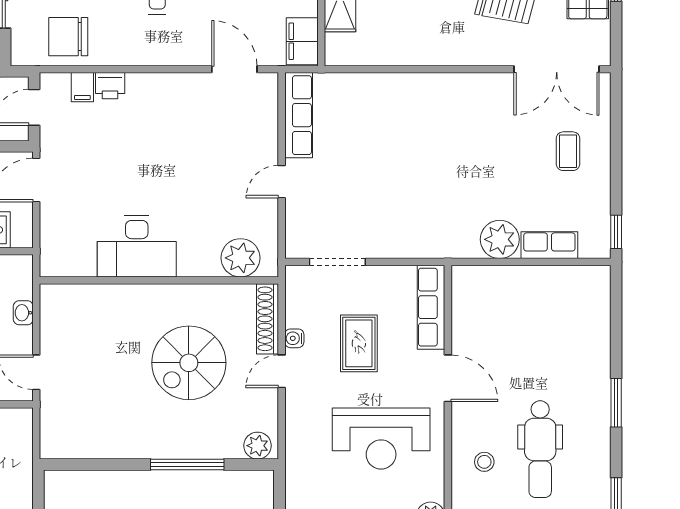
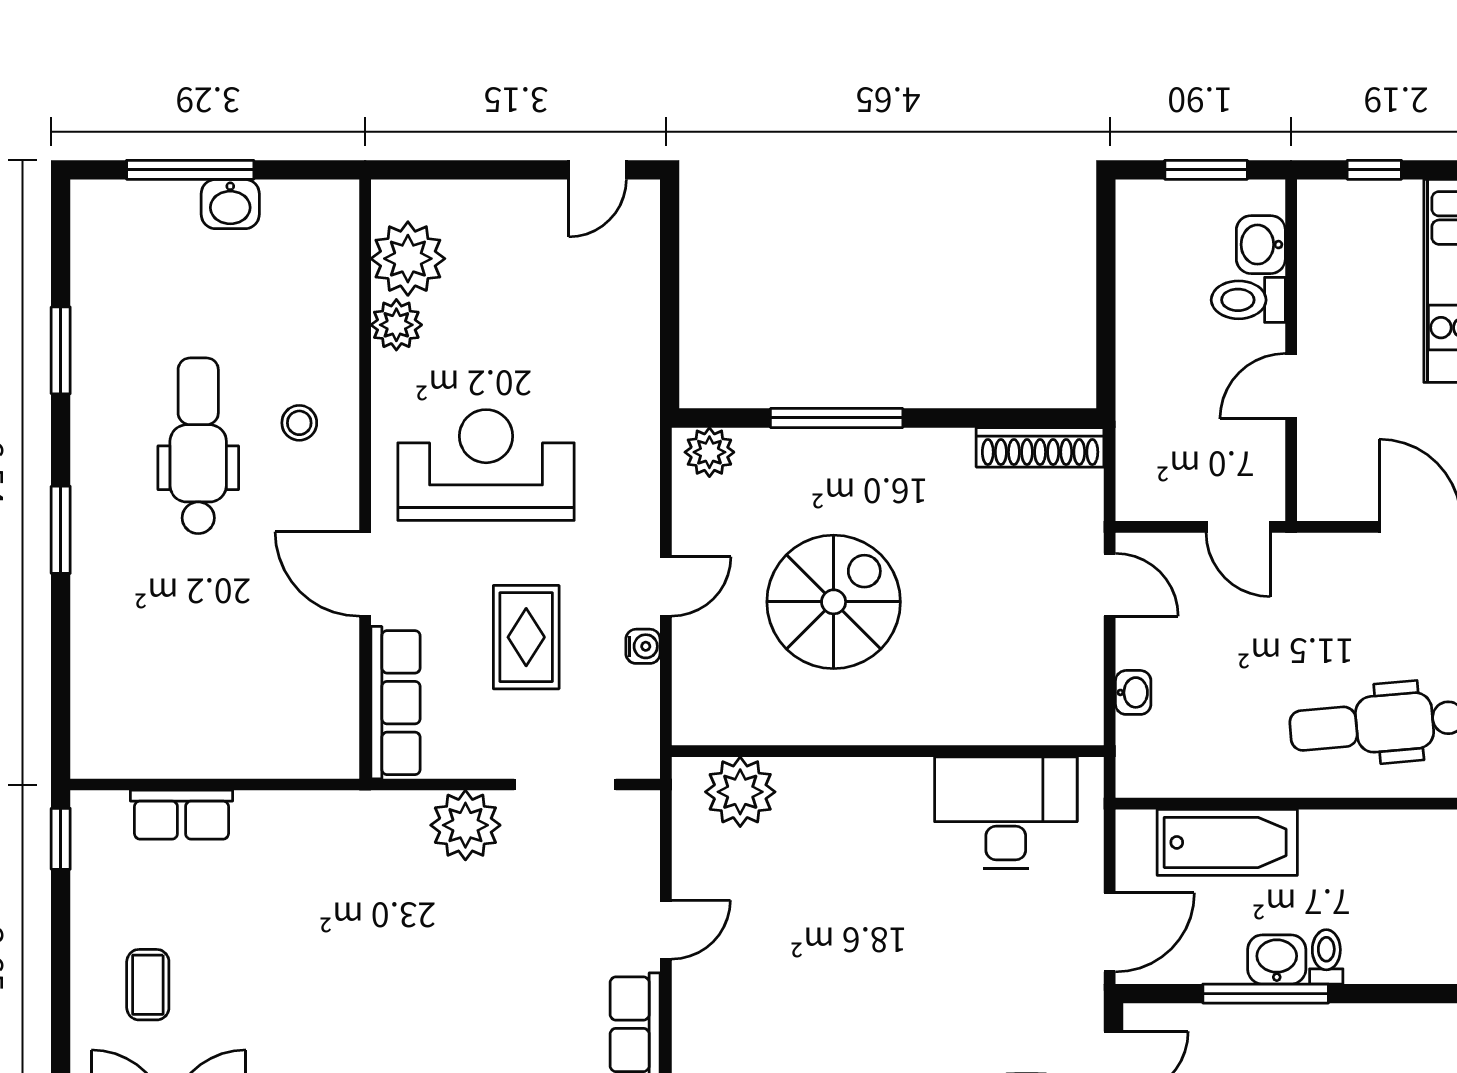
plant: (500, 239) -> (465, 825), moved
desk: (137, 246) -> (1006, 813), moved
shoe rack: (268, 319) -> (1040, 447), moved, turned 90

